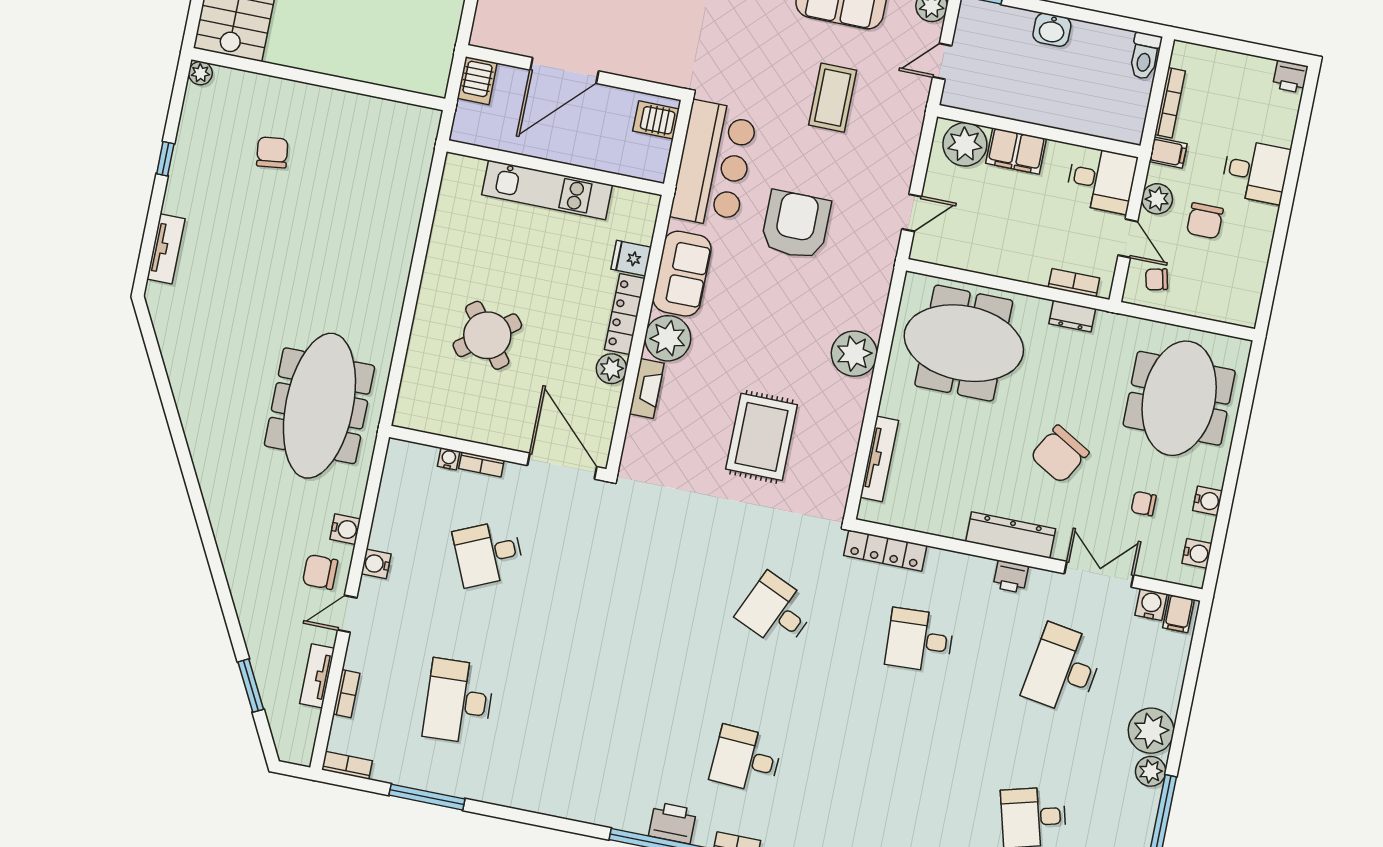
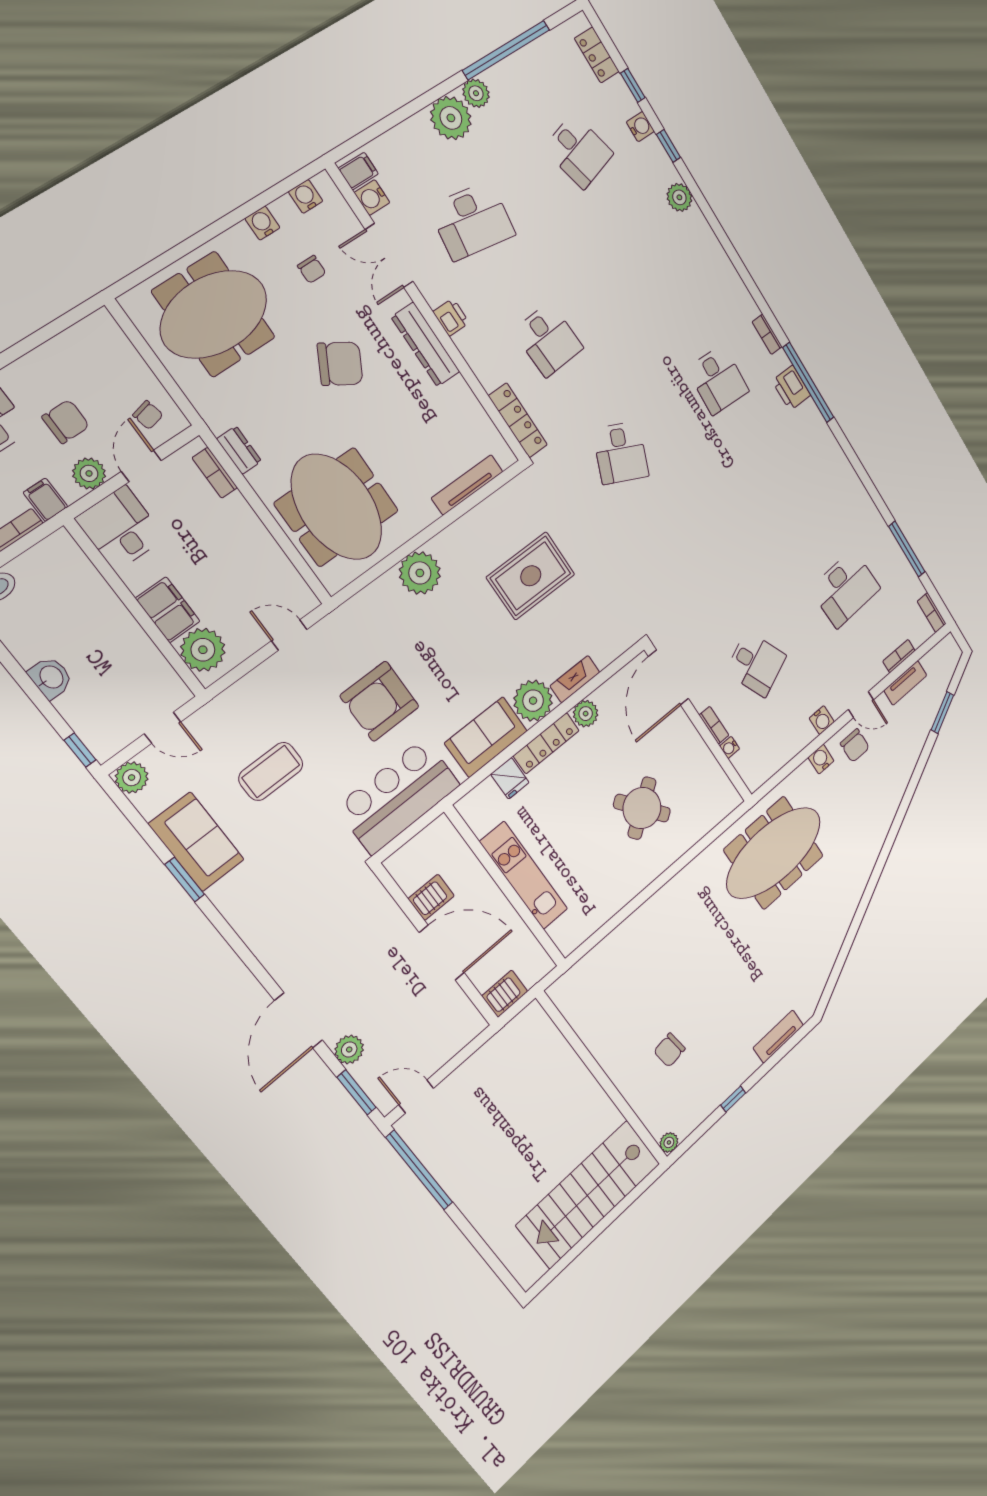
server rack: (656, 120) -> (431, 897), moved, turned -90

